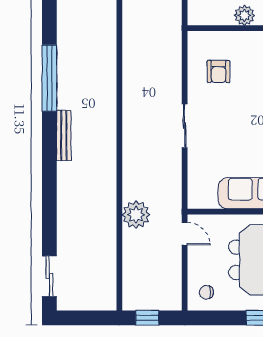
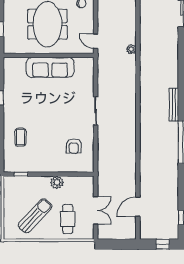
armchair: (218, 72) -> (74, 146), turned 180
plant: (136, 215) -> (131, 49), width x0.53, depth x0.53

